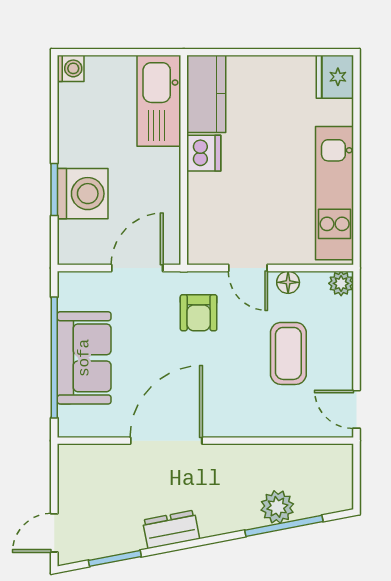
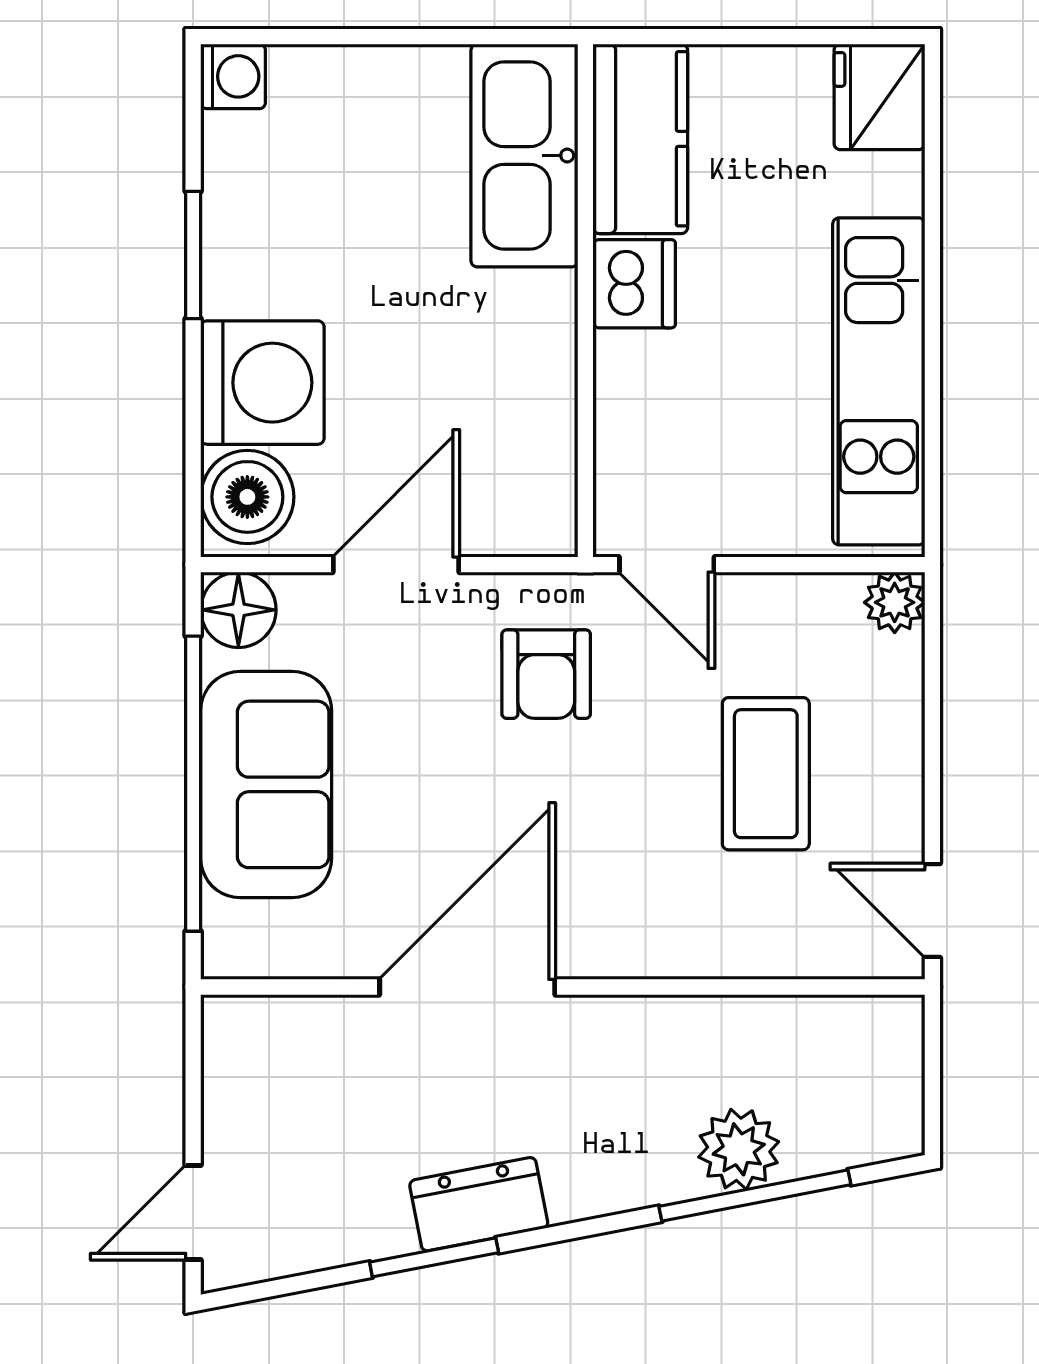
kitchen counter: (206, 94) -> (640, 139), moved
kitchen sink: (159, 101) -> (524, 155), moved
dishwasher: (204, 153) -> (634, 284), moved
wall: (184, 160) -> (585, 301), moved
window: (54, 190) -> (193, 255), moved
boiler: (76, 240) -> (247, 497), added
floor lamp: (288, 282) -> (238, 610), moved, width x1.37, depth x1.37
window: (115, 558) -> (434, 1257), moved

